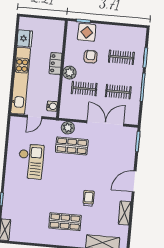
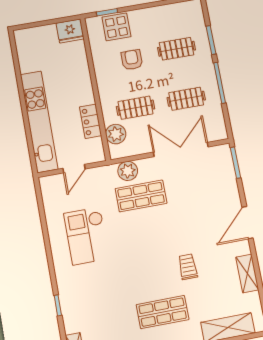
fridge: (25, 38) -> (70, 31), moved, turned 90
locker: (56, 63) -> (91, 121), moved
plant: (70, 73) -> (116, 134), moved
water cooler: (52, 106) -> (96, 146), removed
checkout: (31, 161) -> (86, 236), turned 180

